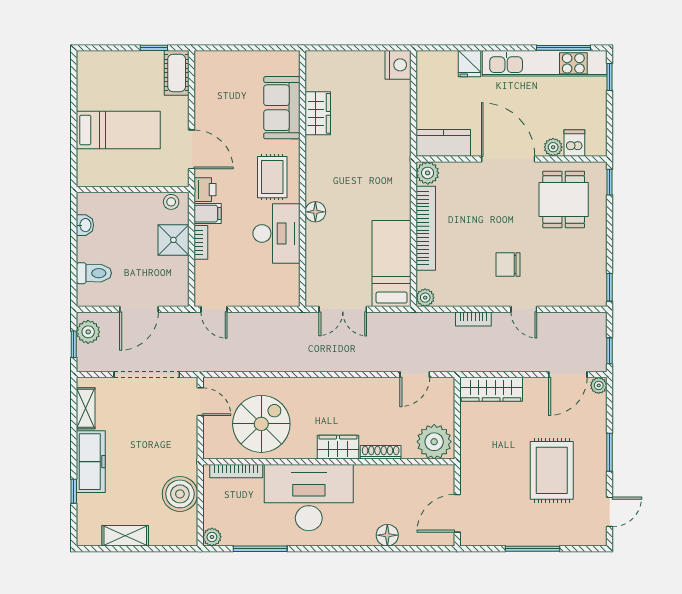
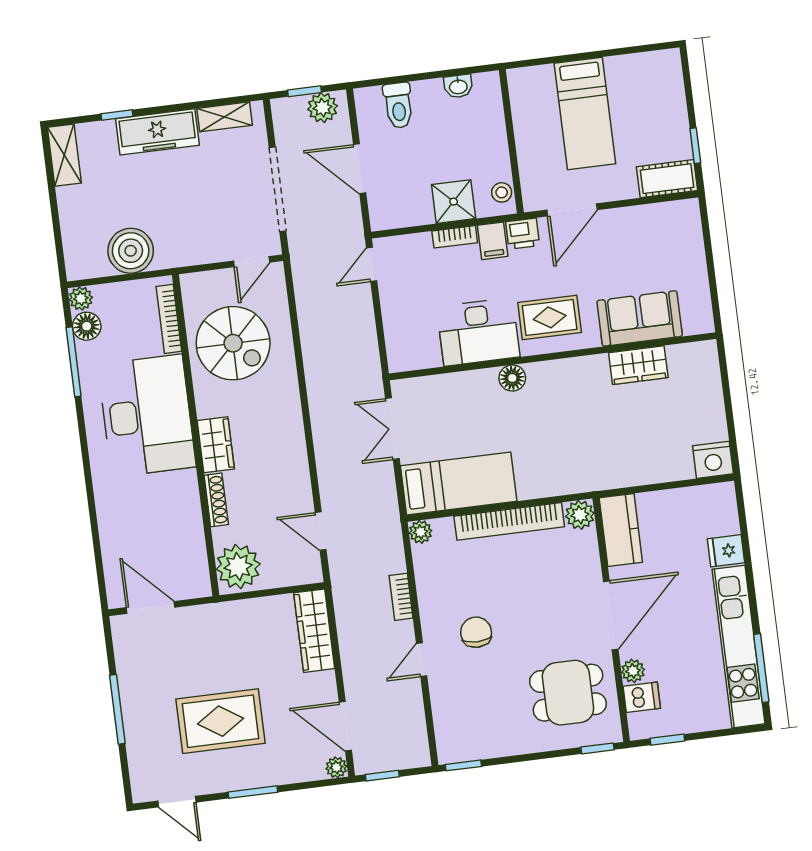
window: (610, 77) -> (667, 740), moved
floor lamp: (387, 535) -> (87, 326), moved
shelving: (125, 536) -> (64, 155), moved

